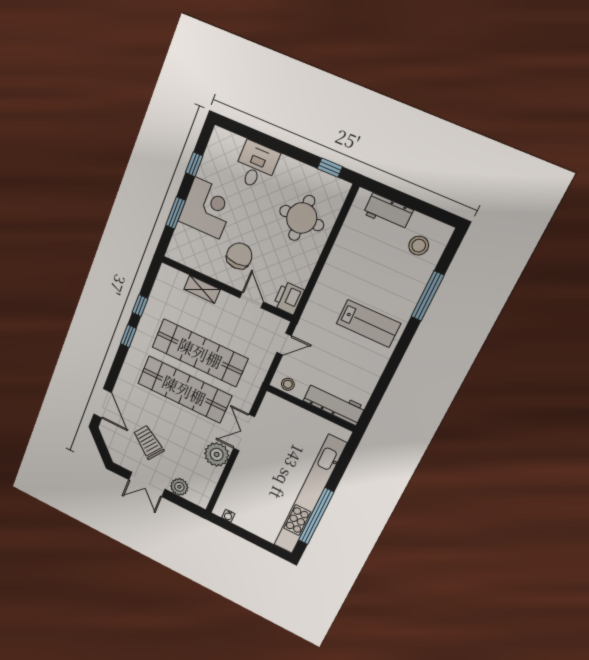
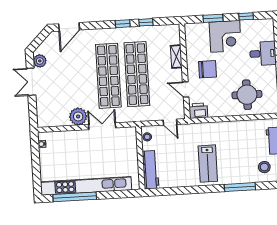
door: (252, 300) -> (186, 90), swing flipped
trolley: (148, 442) -> (60, 69), removed
plant: (179, 487) -> (40, 61), moved

